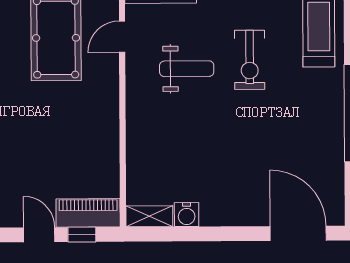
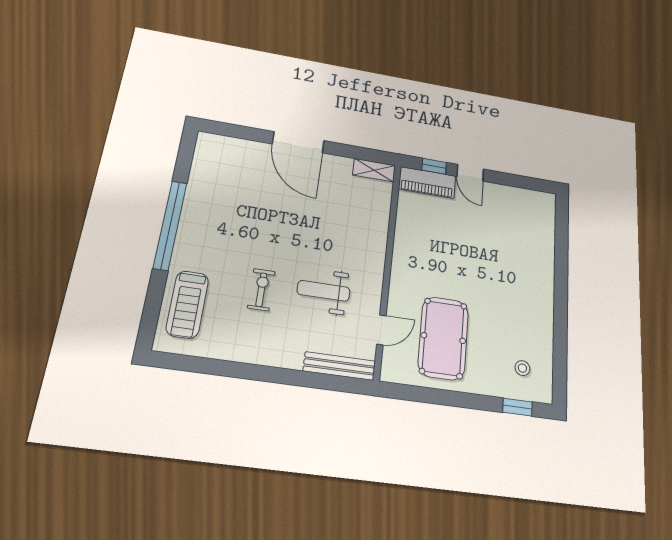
exercise bike: (250, 60) -> (261, 290), width x0.73, depth x0.72
water cooler: (187, 215) -> (341, 166), removed
door: (298, 233) -> (298, 142), moved

